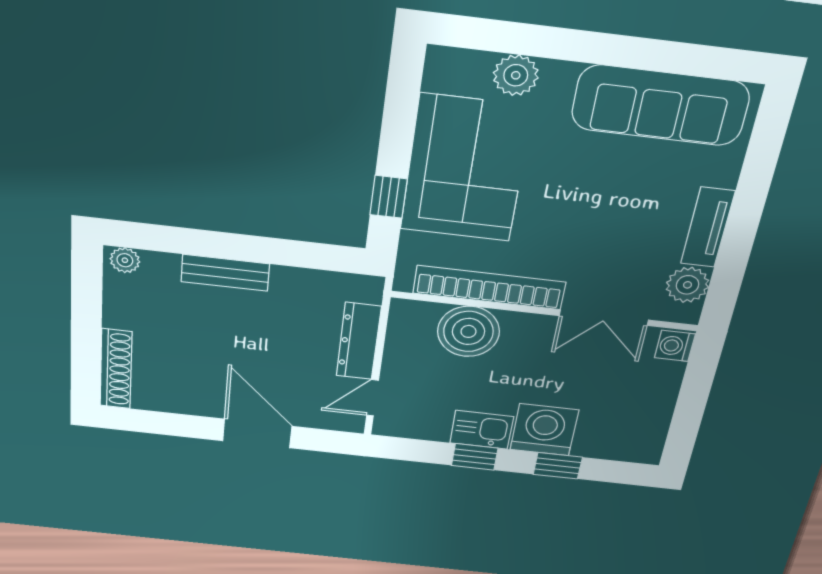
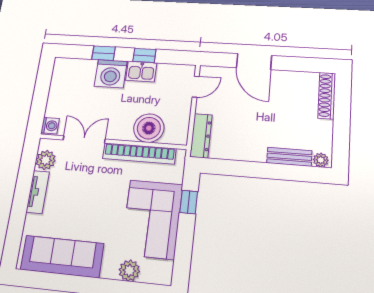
bench: (225, 273) -> (289, 157), moved
dresser: (359, 341) -> (201, 136), moved

